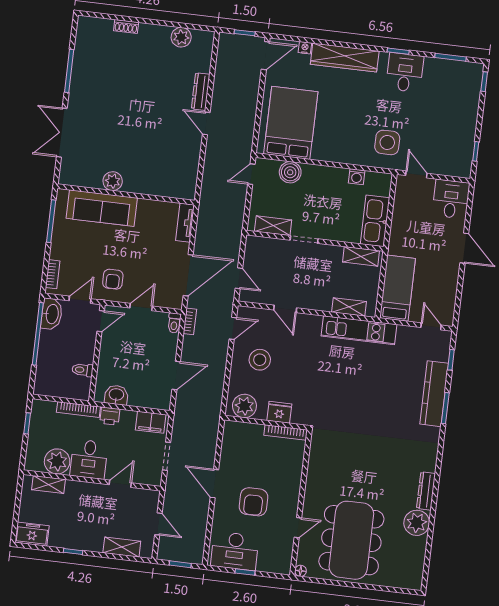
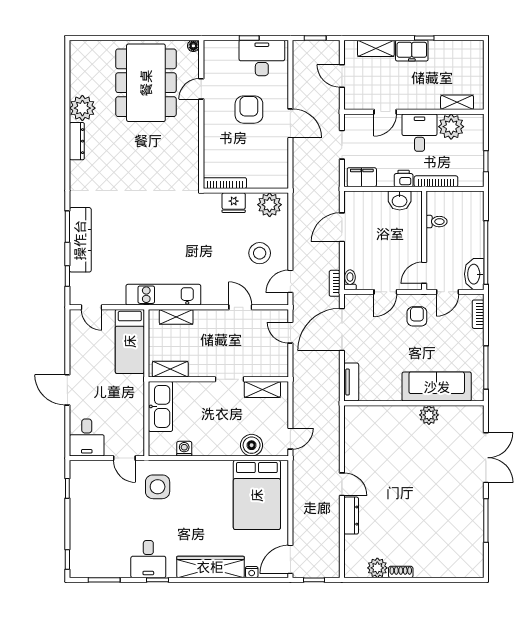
shoe rack: (126, 26) -> (401, 572), moved
freezer: (32, 534) -> (412, 51), moved

